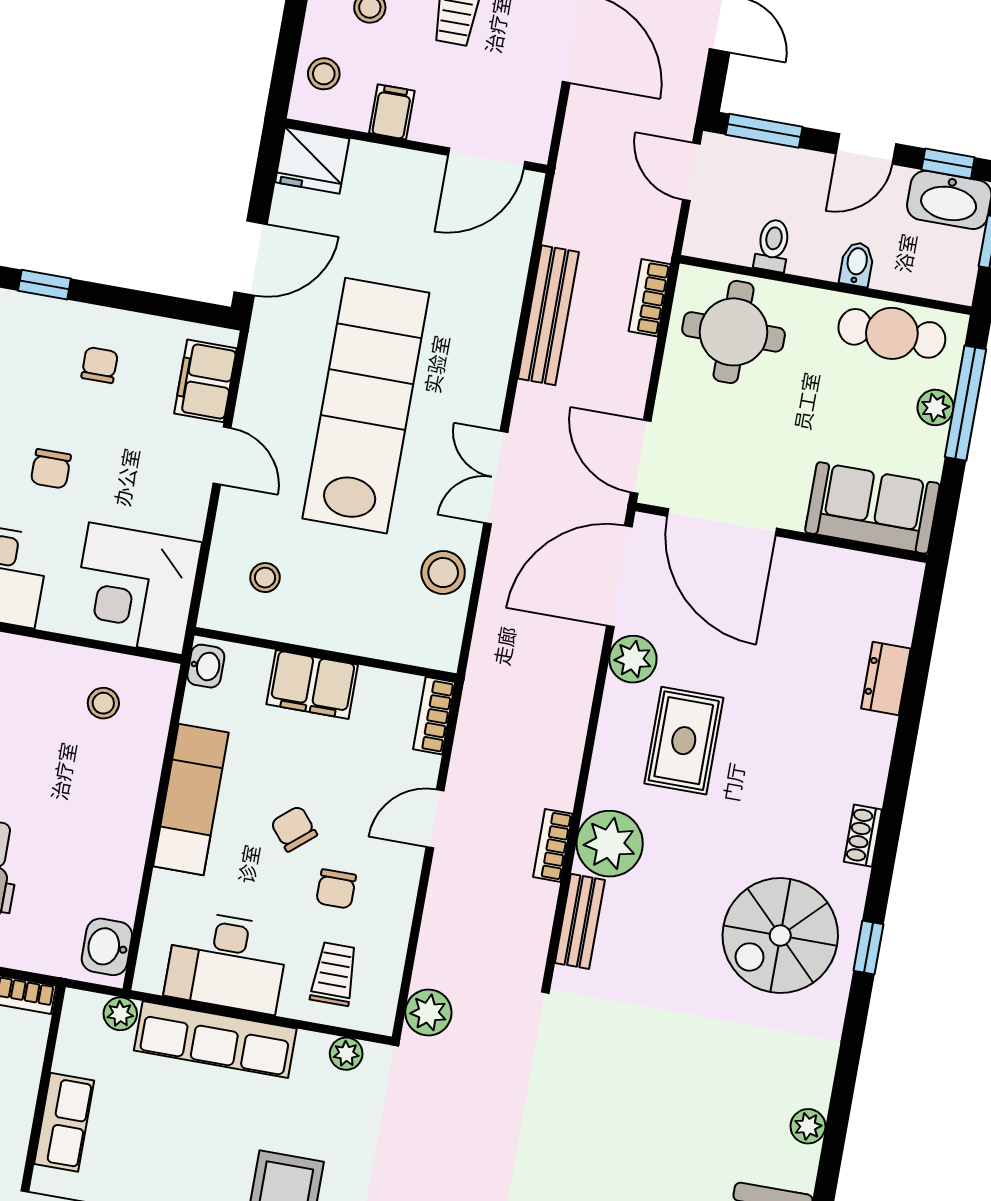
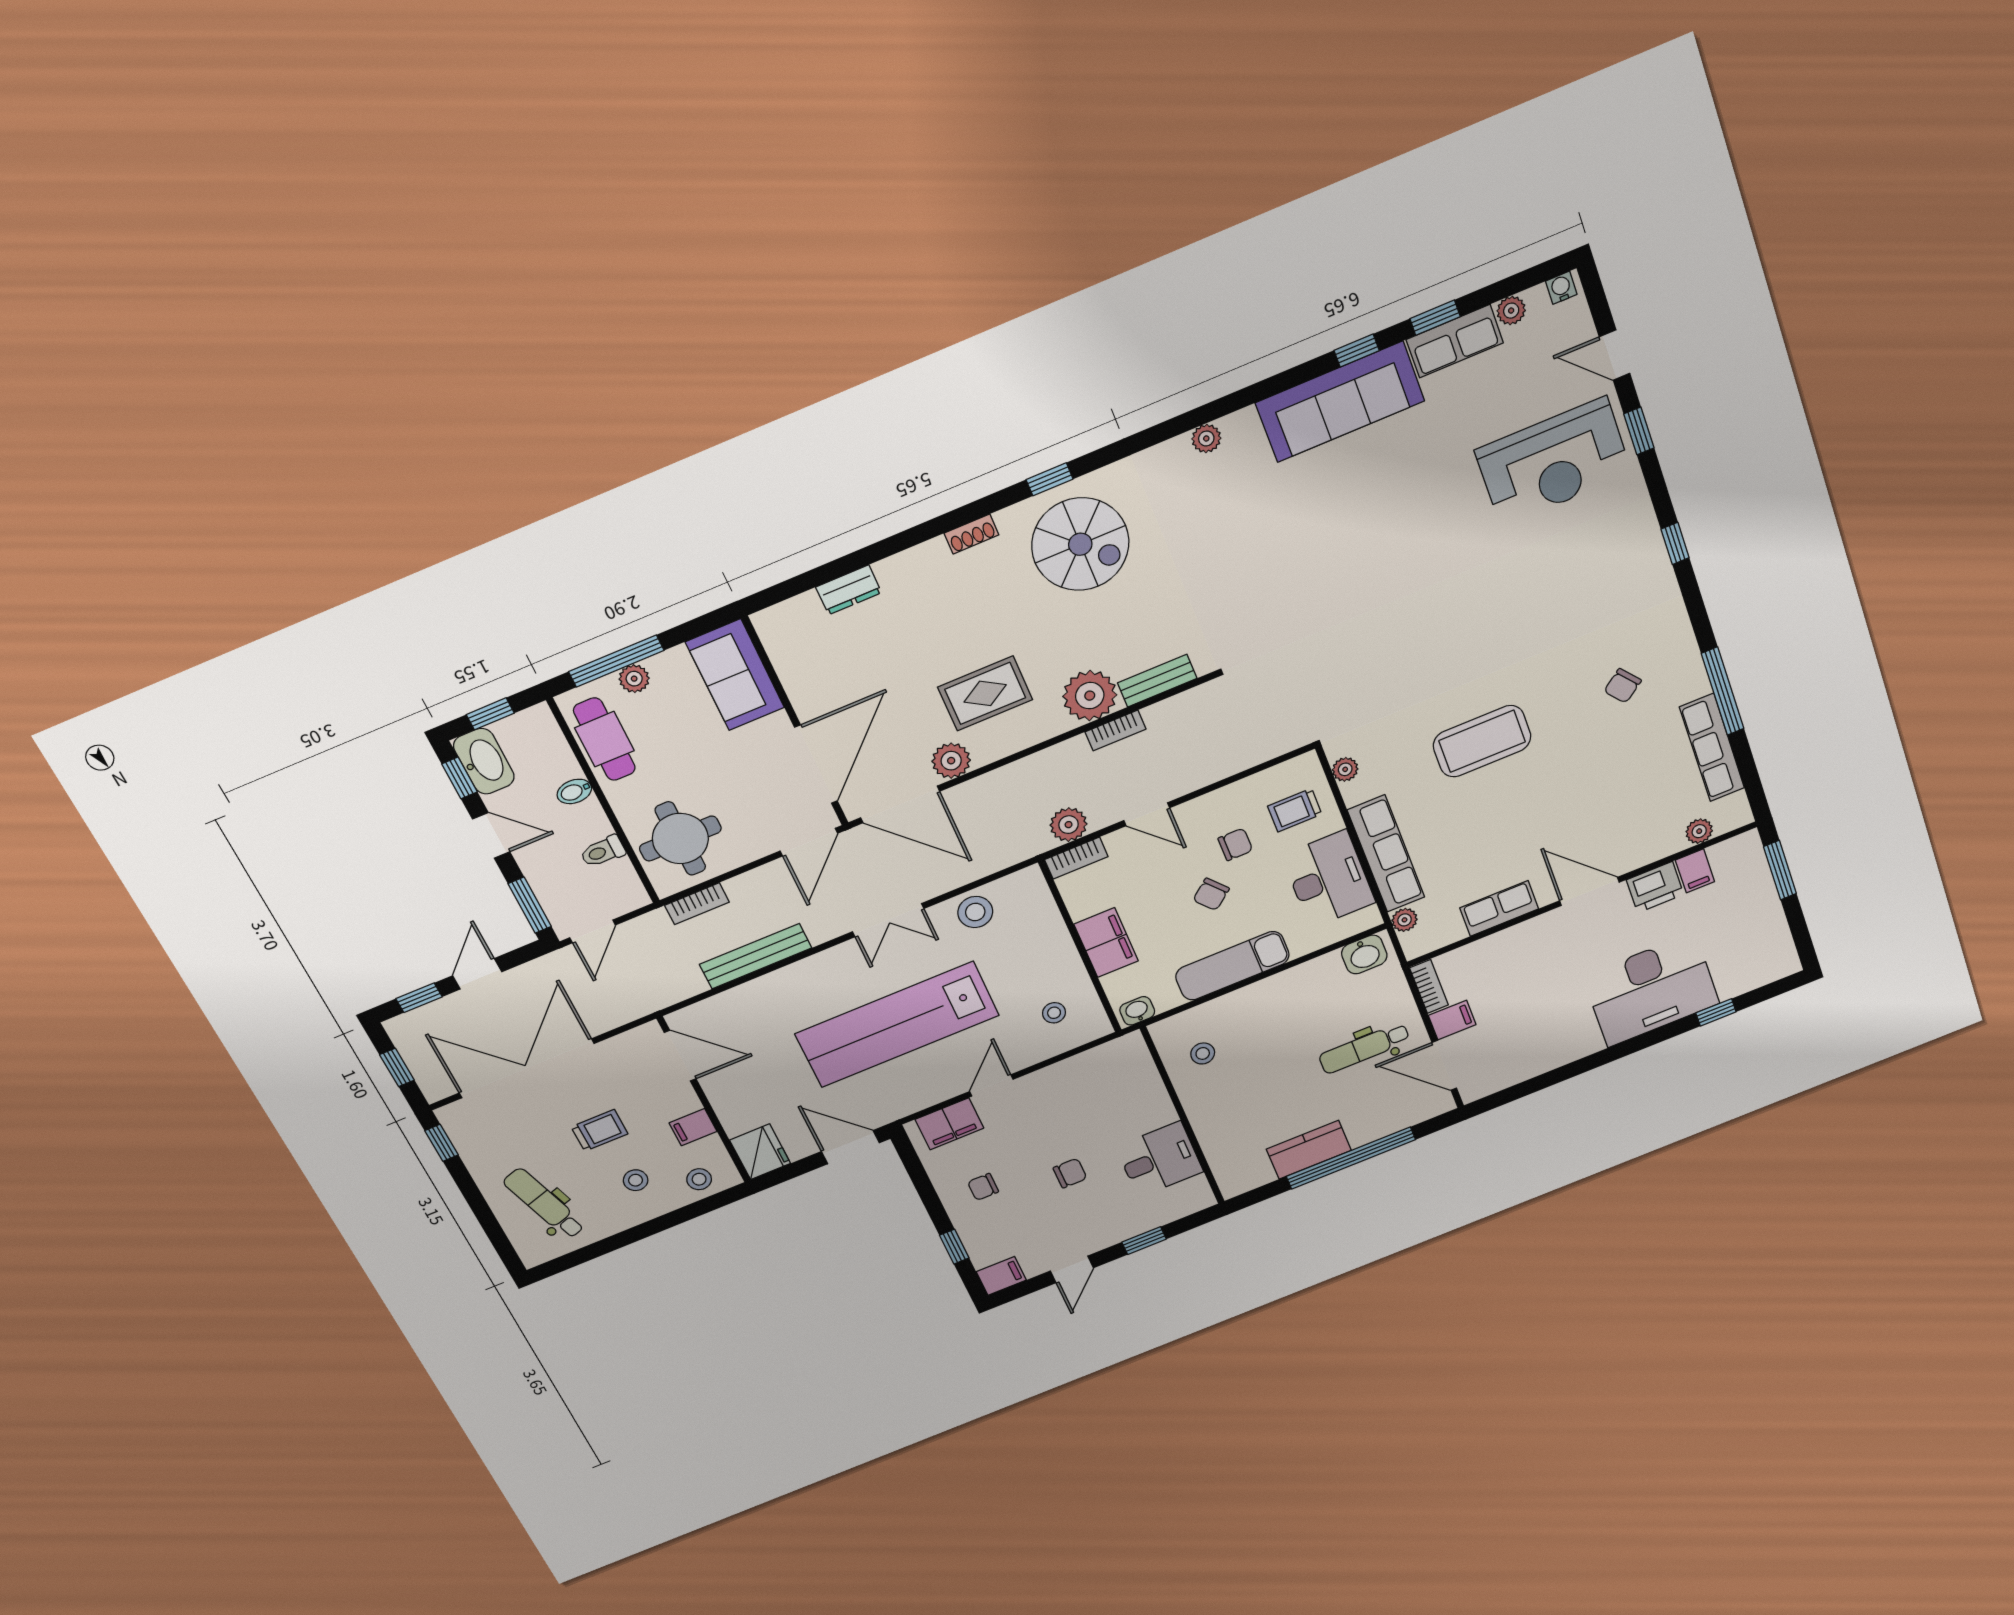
corner desk: (136, 589) -> (1114, 1081), removed
plant: (428, 1013) -> (1069, 825), moved

